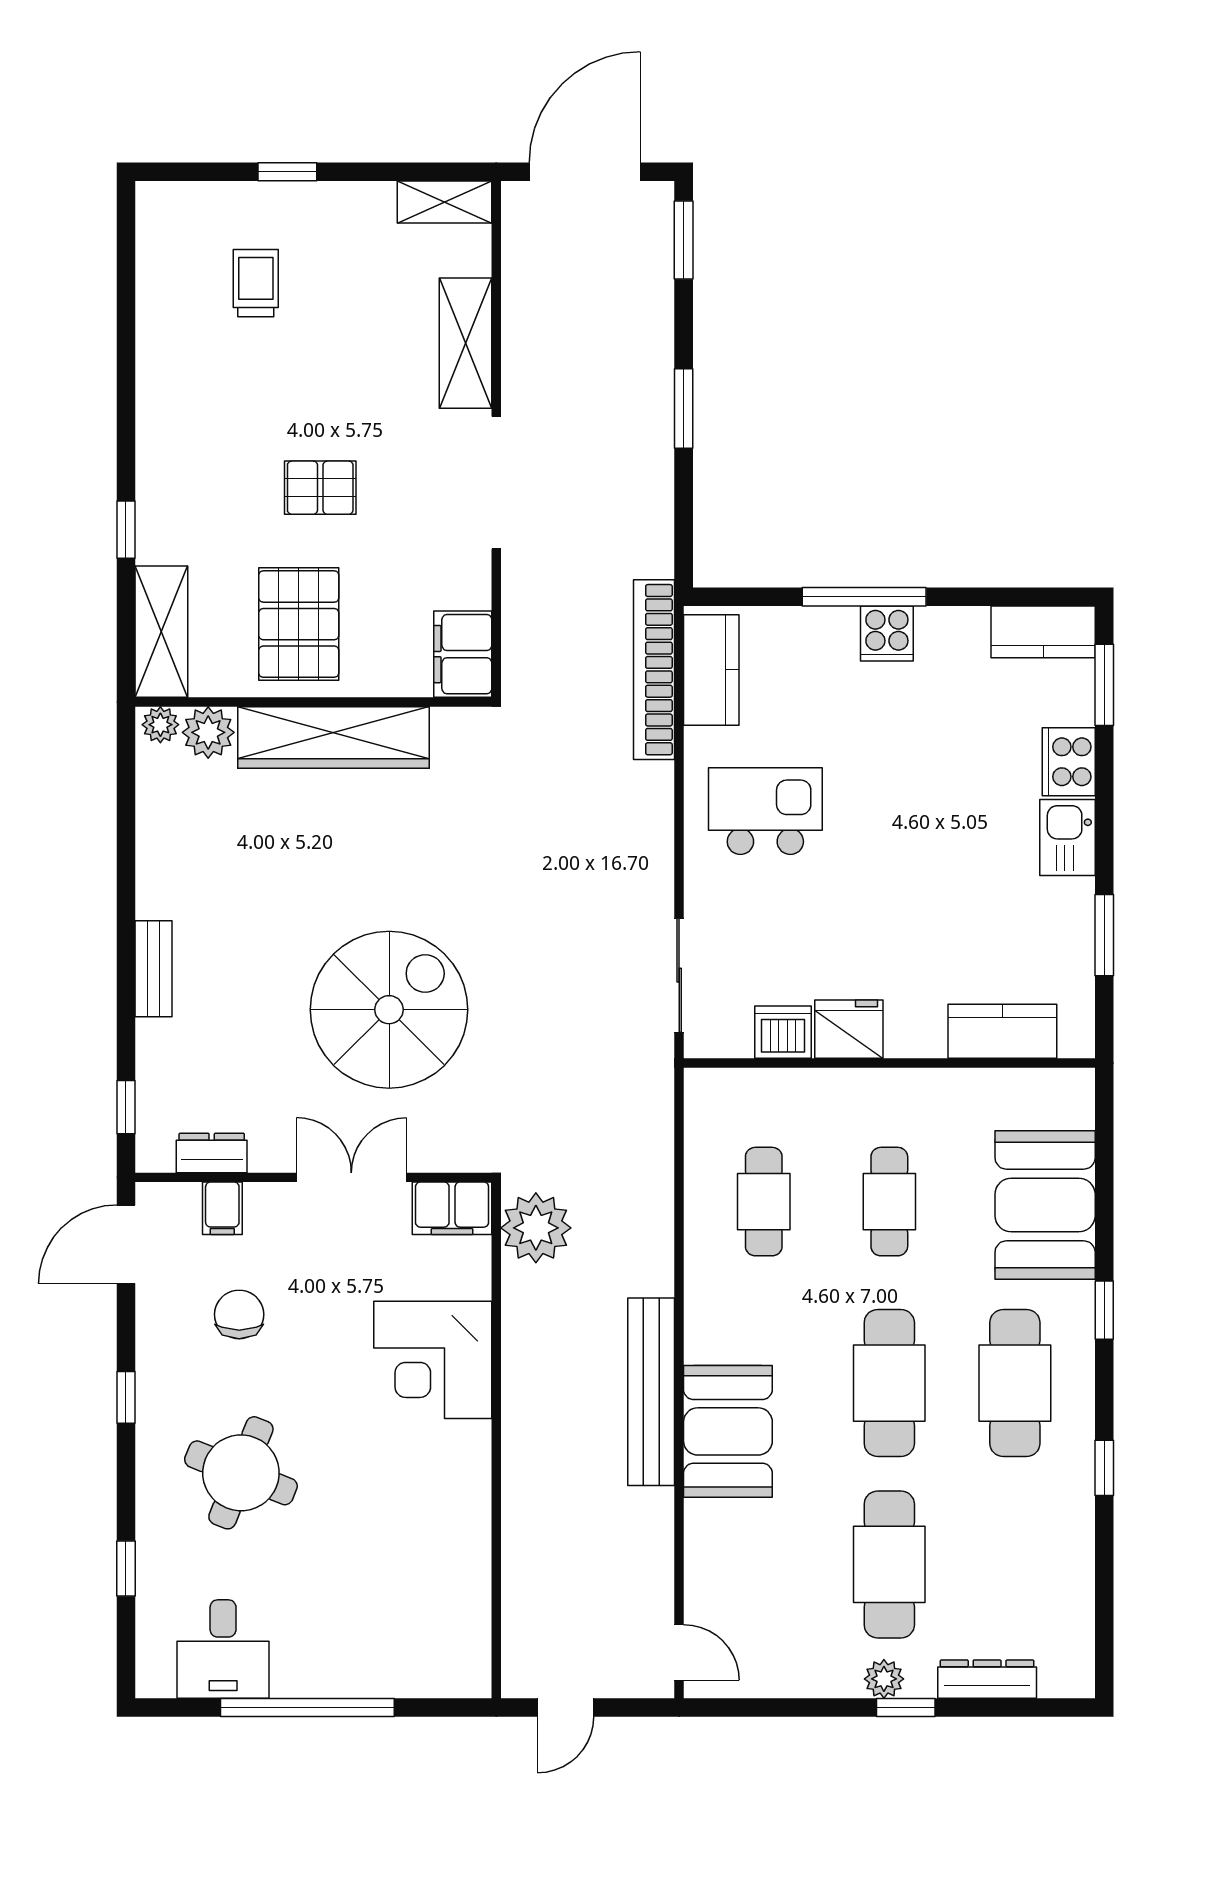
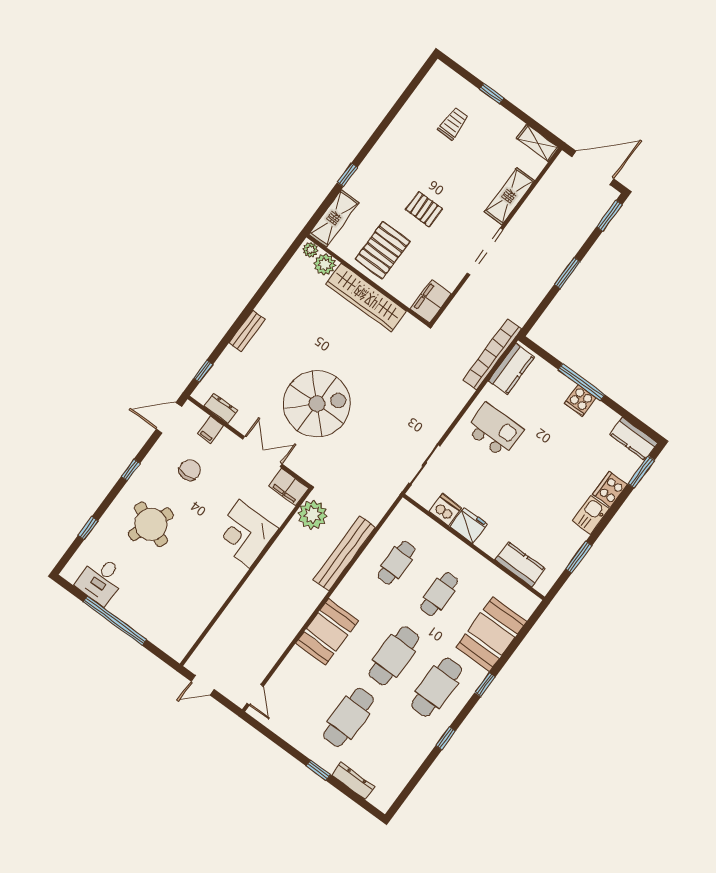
bench: (651, 1392) -> (344, 553), moved
plant: (884, 1679) -> (318, 755), removed

